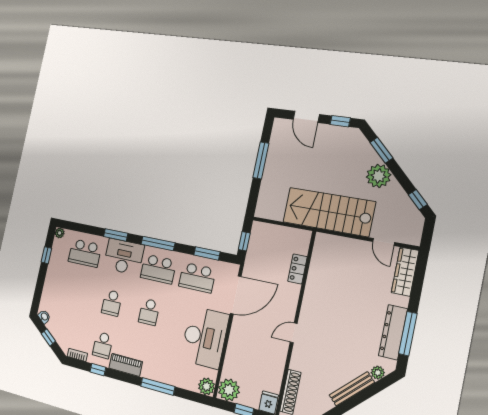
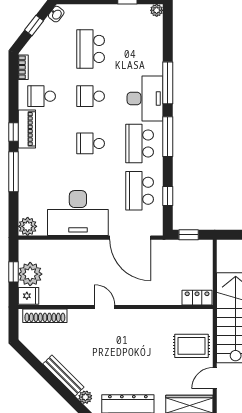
window: (116, 235) -> (168, 83), width x1.44
school desk: (85, 253) -> (91, 49), moved
window: (207, 253) -> (168, 196), width x0.67
rug: (347, 258) -> (191, 346), added
locker: (297, 269) -> (197, 298), moved
window: (98, 370) -> (13, 132), moved
plant: (229, 390) -> (30, 274), moved

